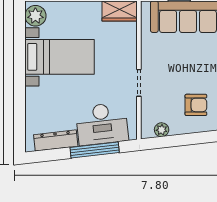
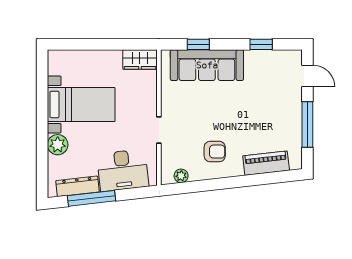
plant: (35, 16) -> (58, 145), moved
window: (95, 150) -> (92, 198), moved

